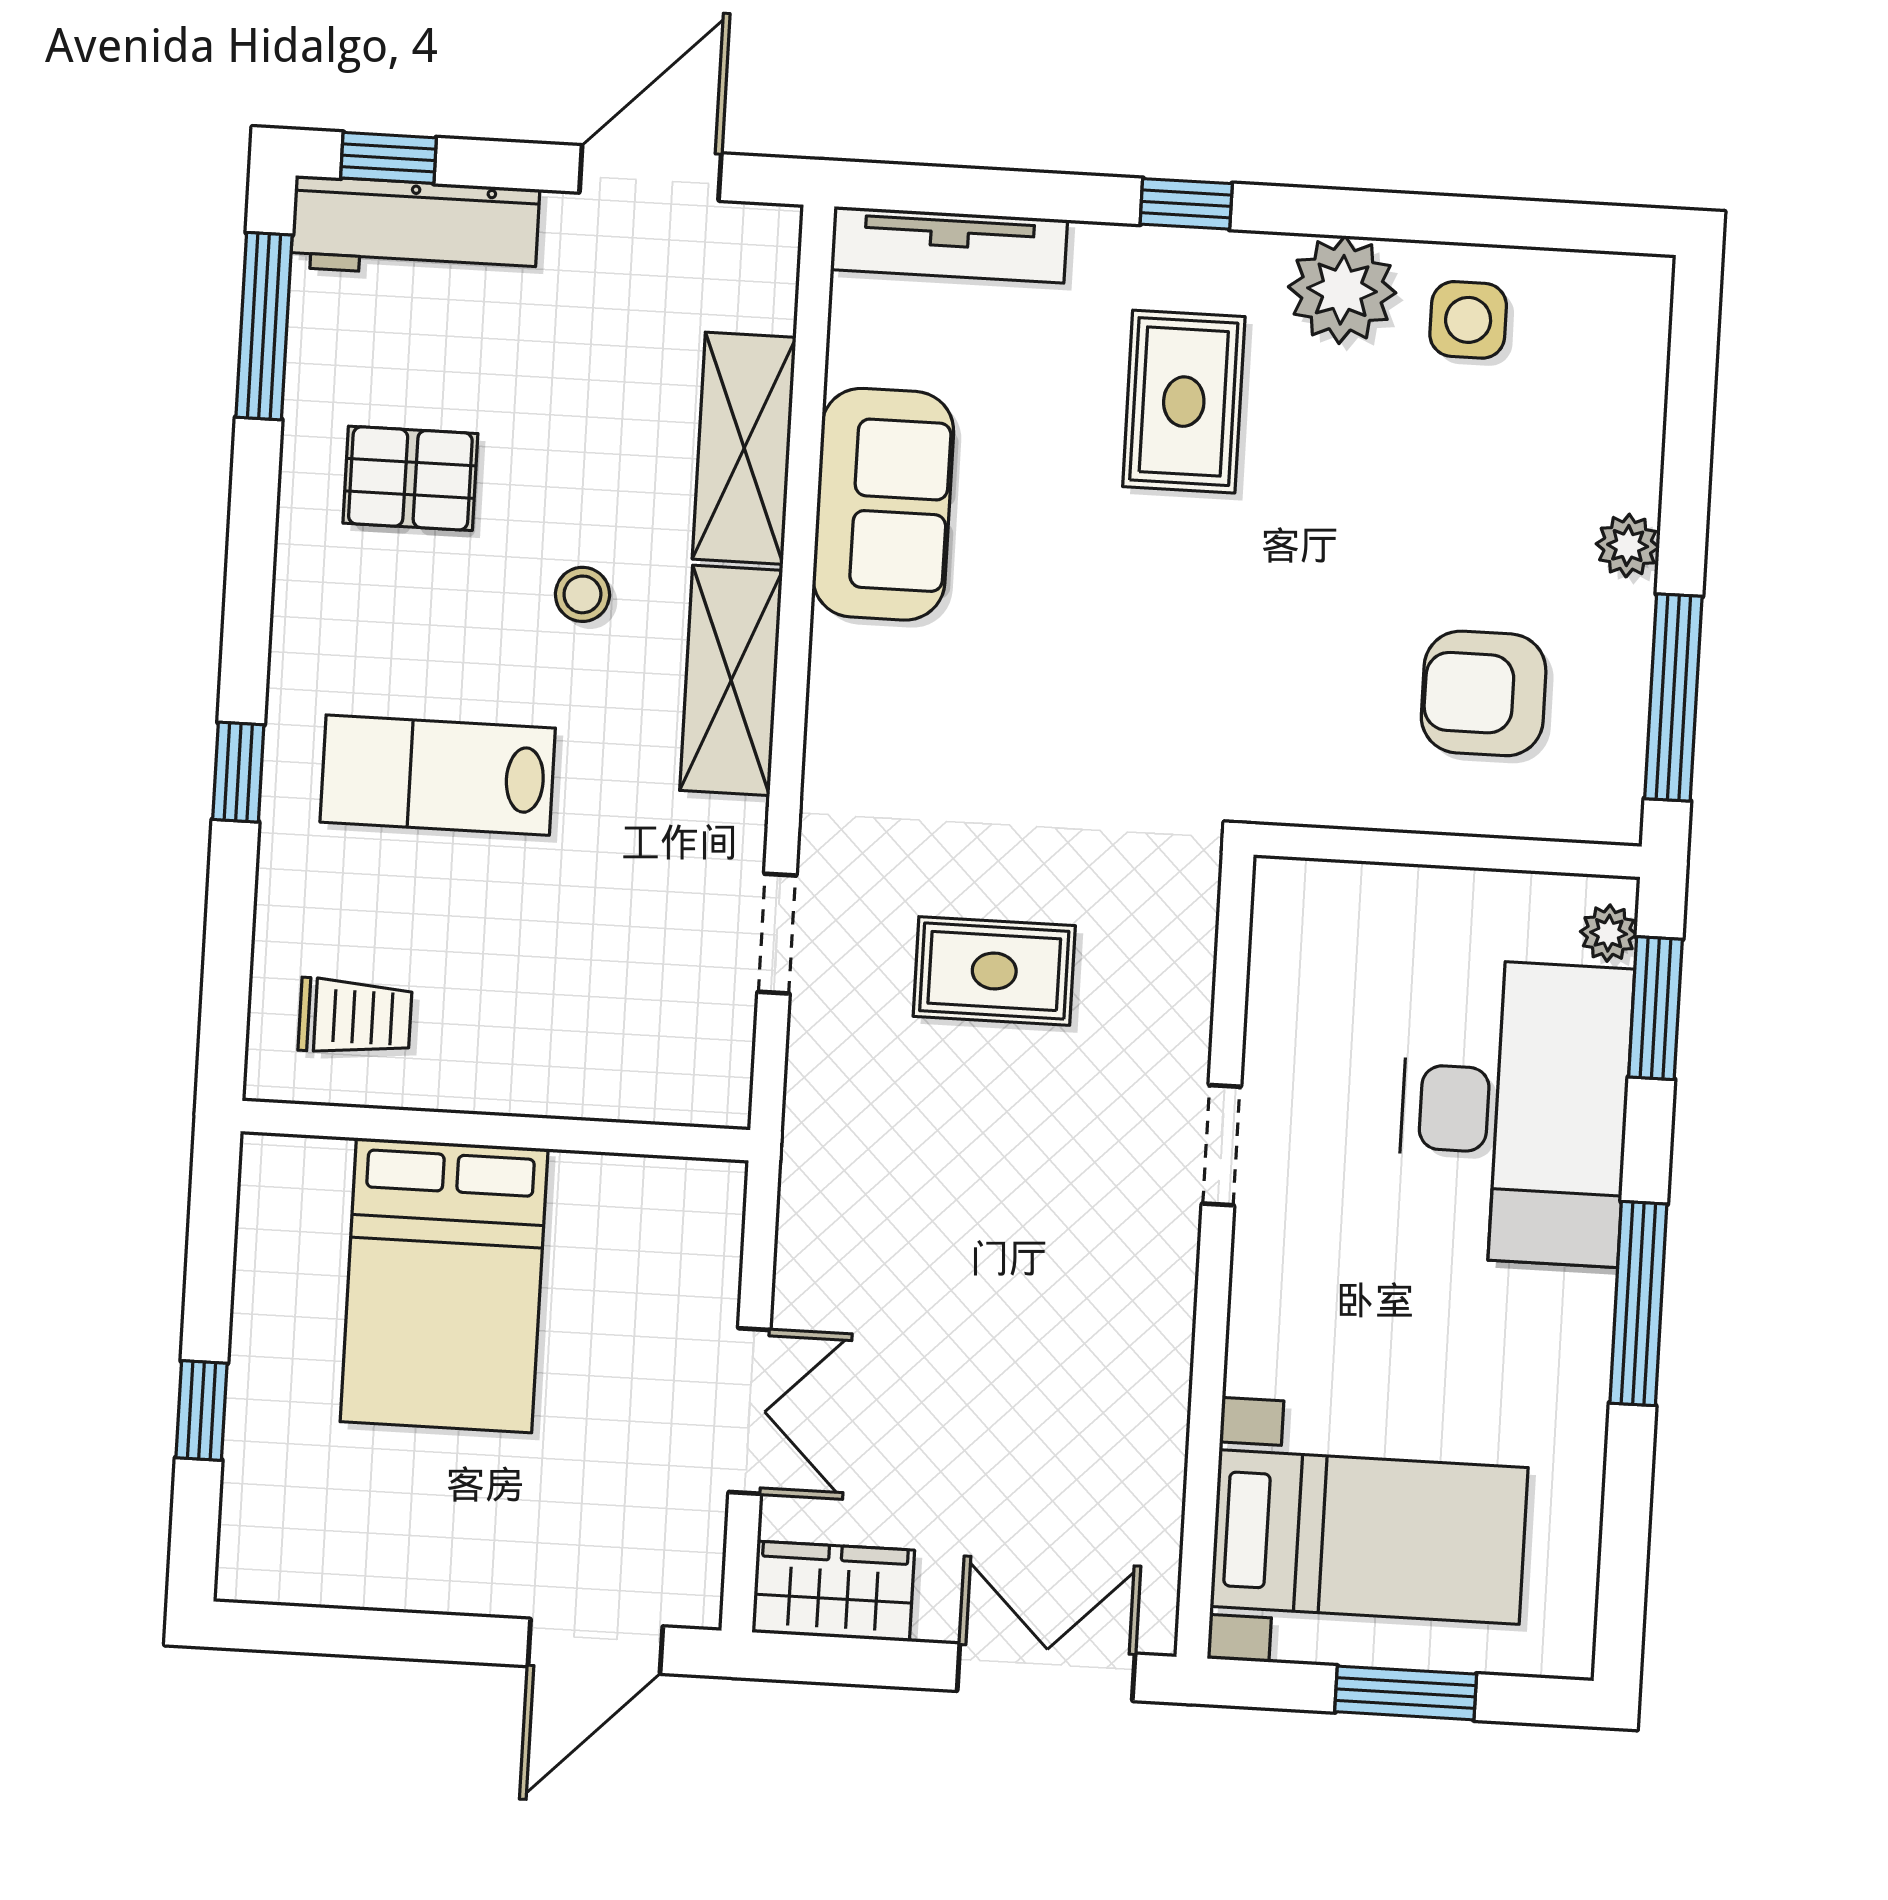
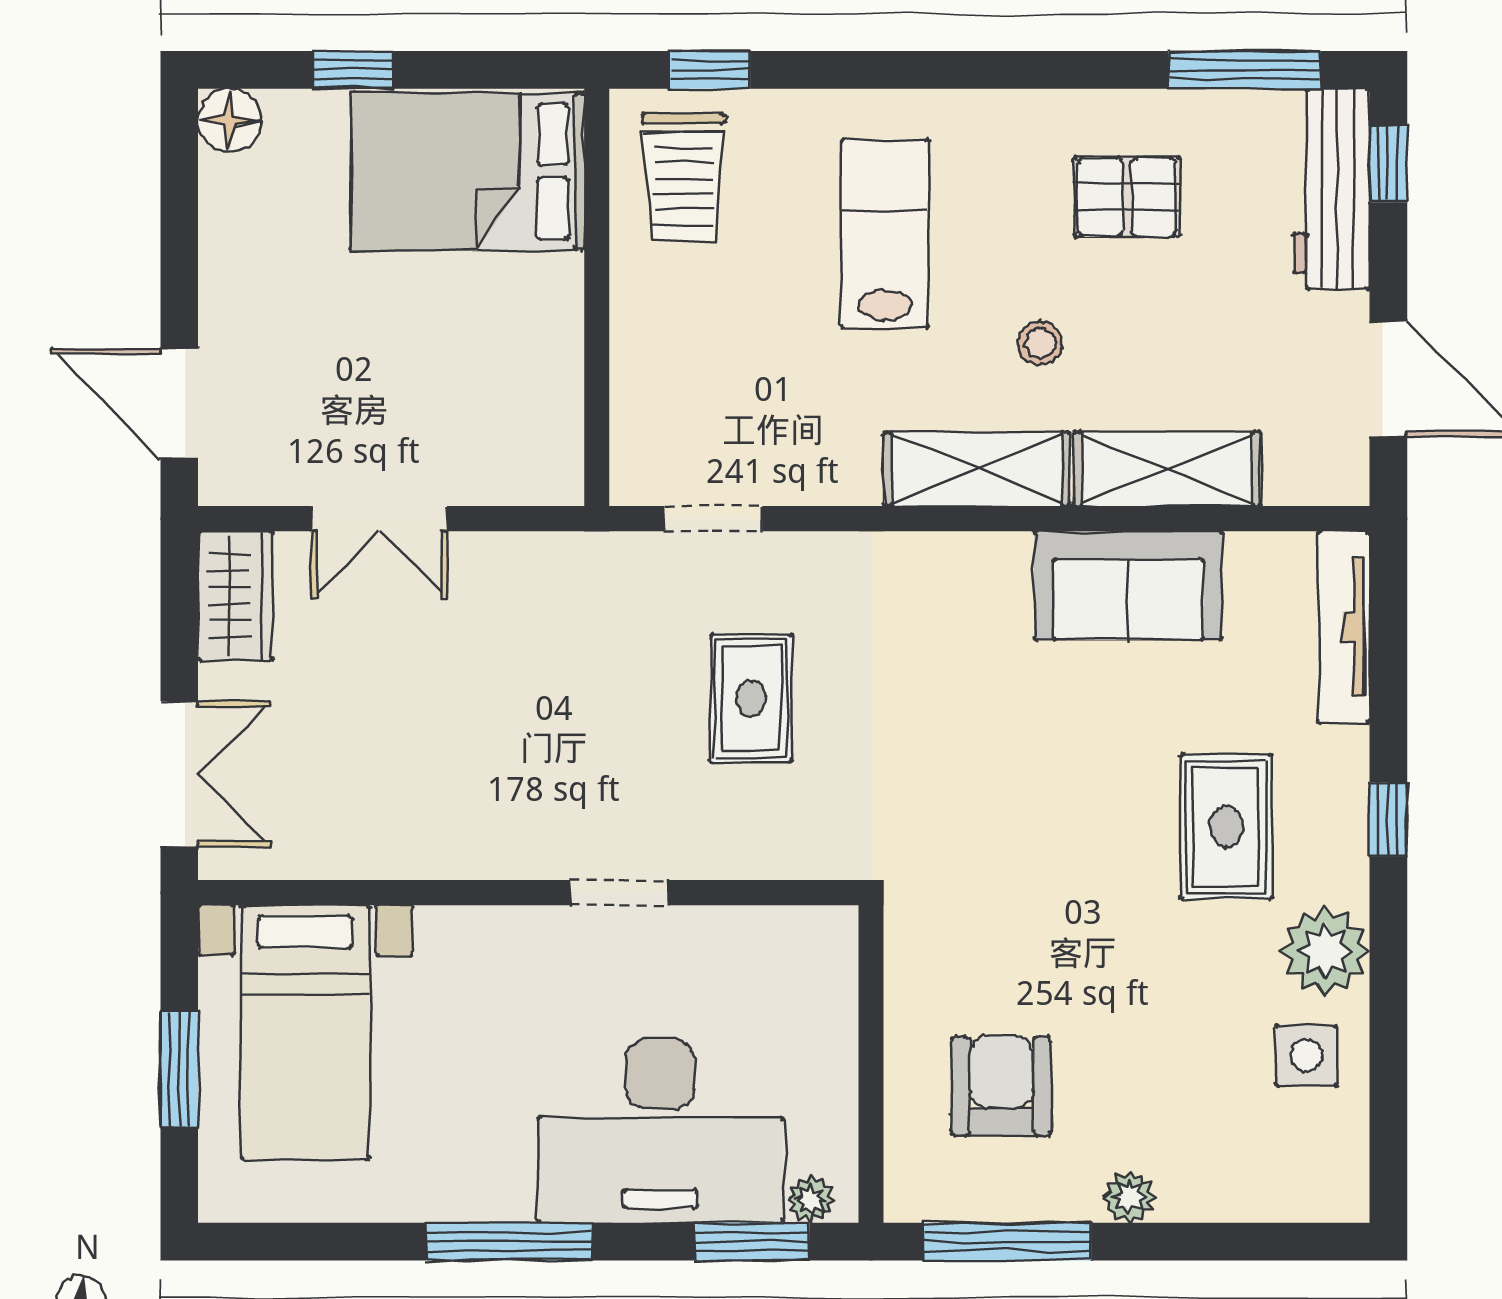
rug: (1184, 402) -> (1226, 827), turned 90
pallet: (410, 478) -> (1127, 197), turned 90
window: (238, 772) -> (710, 70), moved
doorway: (777, 934) -> (713, 519), moved
trolley: (355, 1017) -> (683, 177), width x1.36, depth x1.39
bed: (444, 1285) -> (468, 172), moved
floor lamp: (254, 1565) -> (230, 120), added

